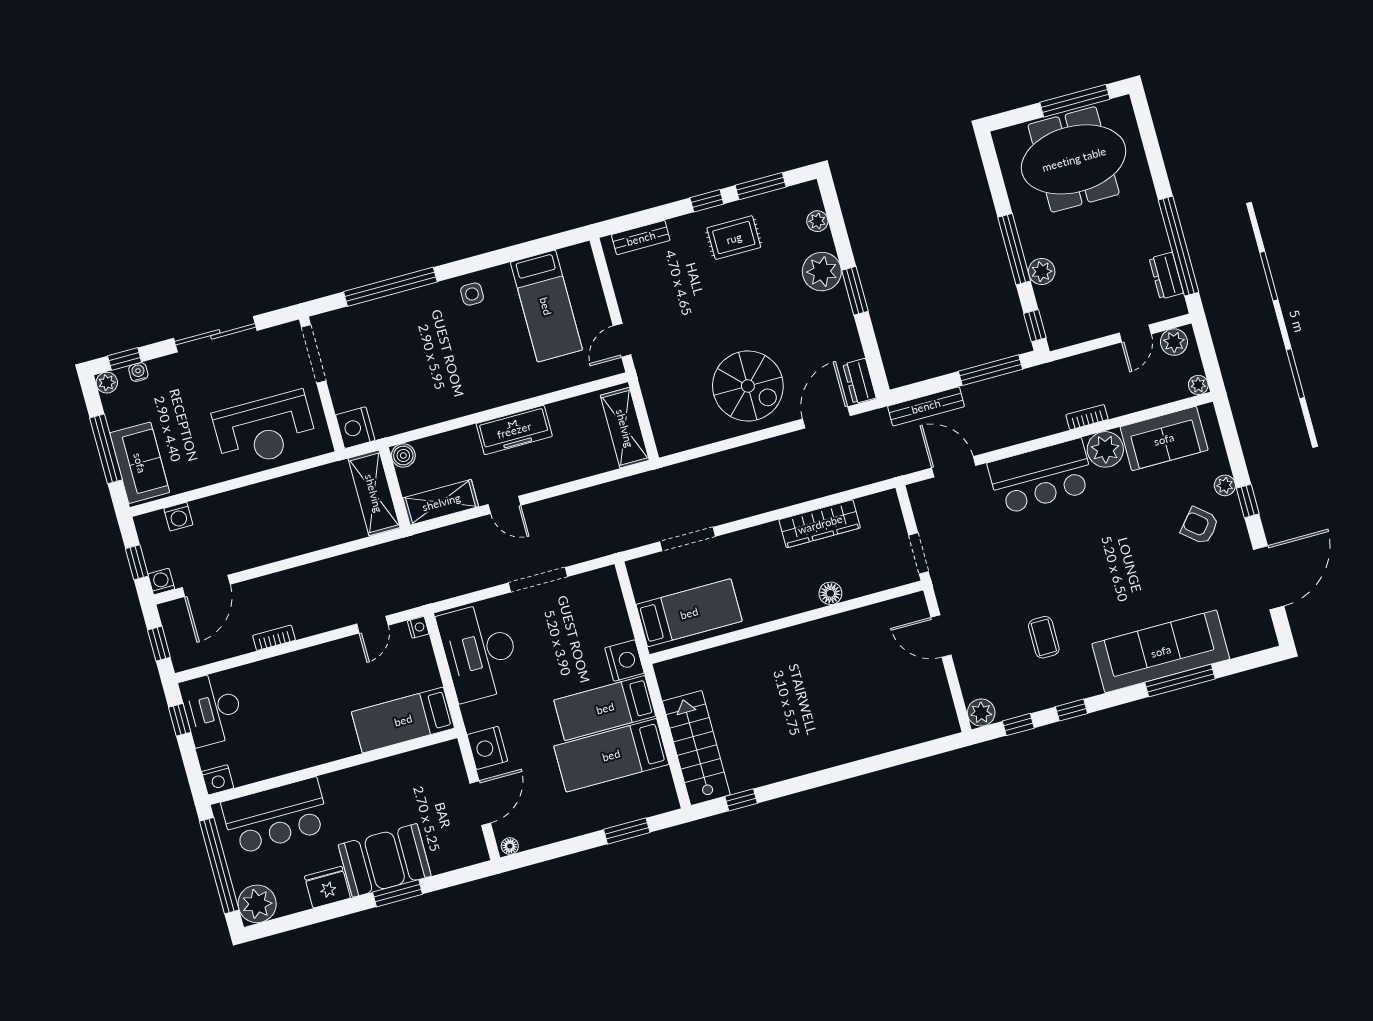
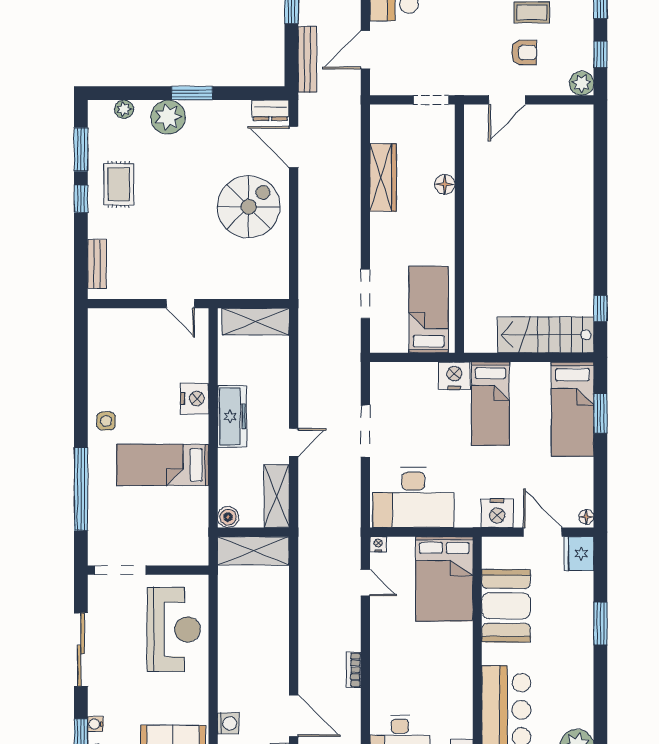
bed: (546, 306) -> (163, 465), moved, turned 180
nightstand: (355, 428) -> (195, 398), moved, turned -90
armchair: (998, 641) -> (524, 53), added
bed: (403, 720) -> (444, 579), width x1.50
bed: (611, 755) -> (572, 409), moved
booth: (385, 860) -> (506, 606), moved
fridge: (327, 887) -> (579, 554), moved

